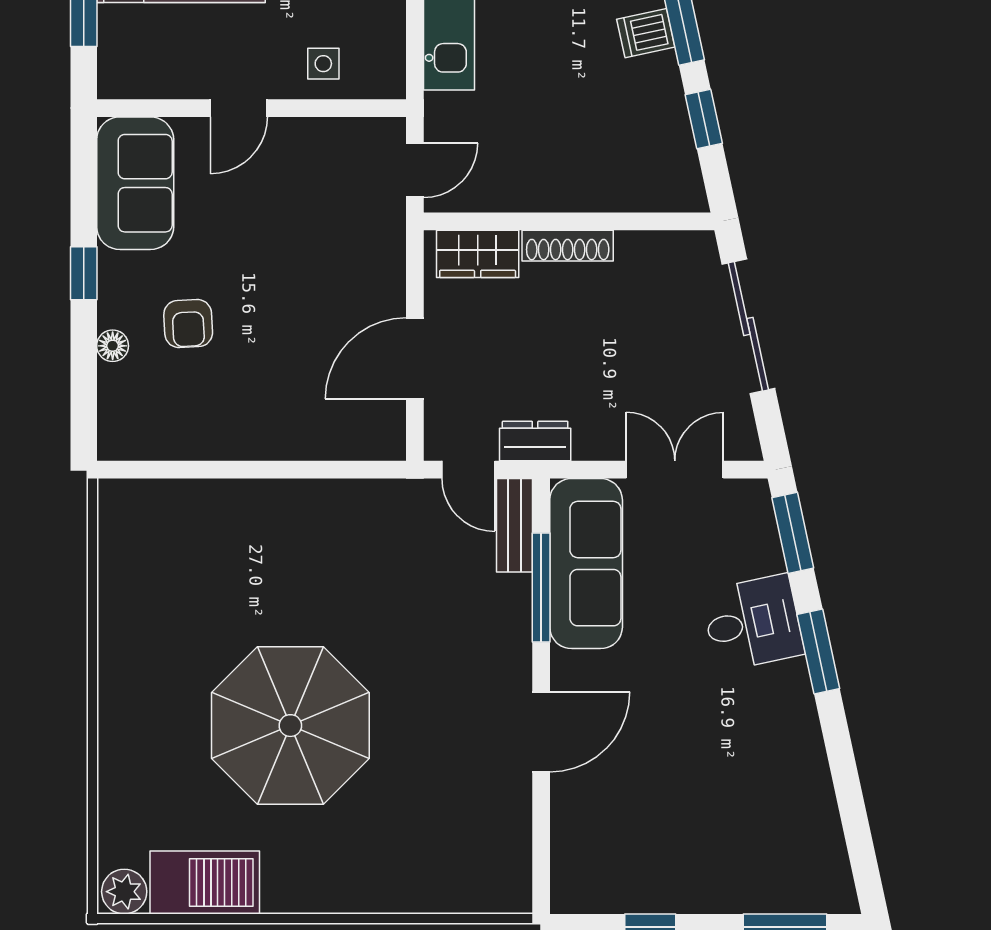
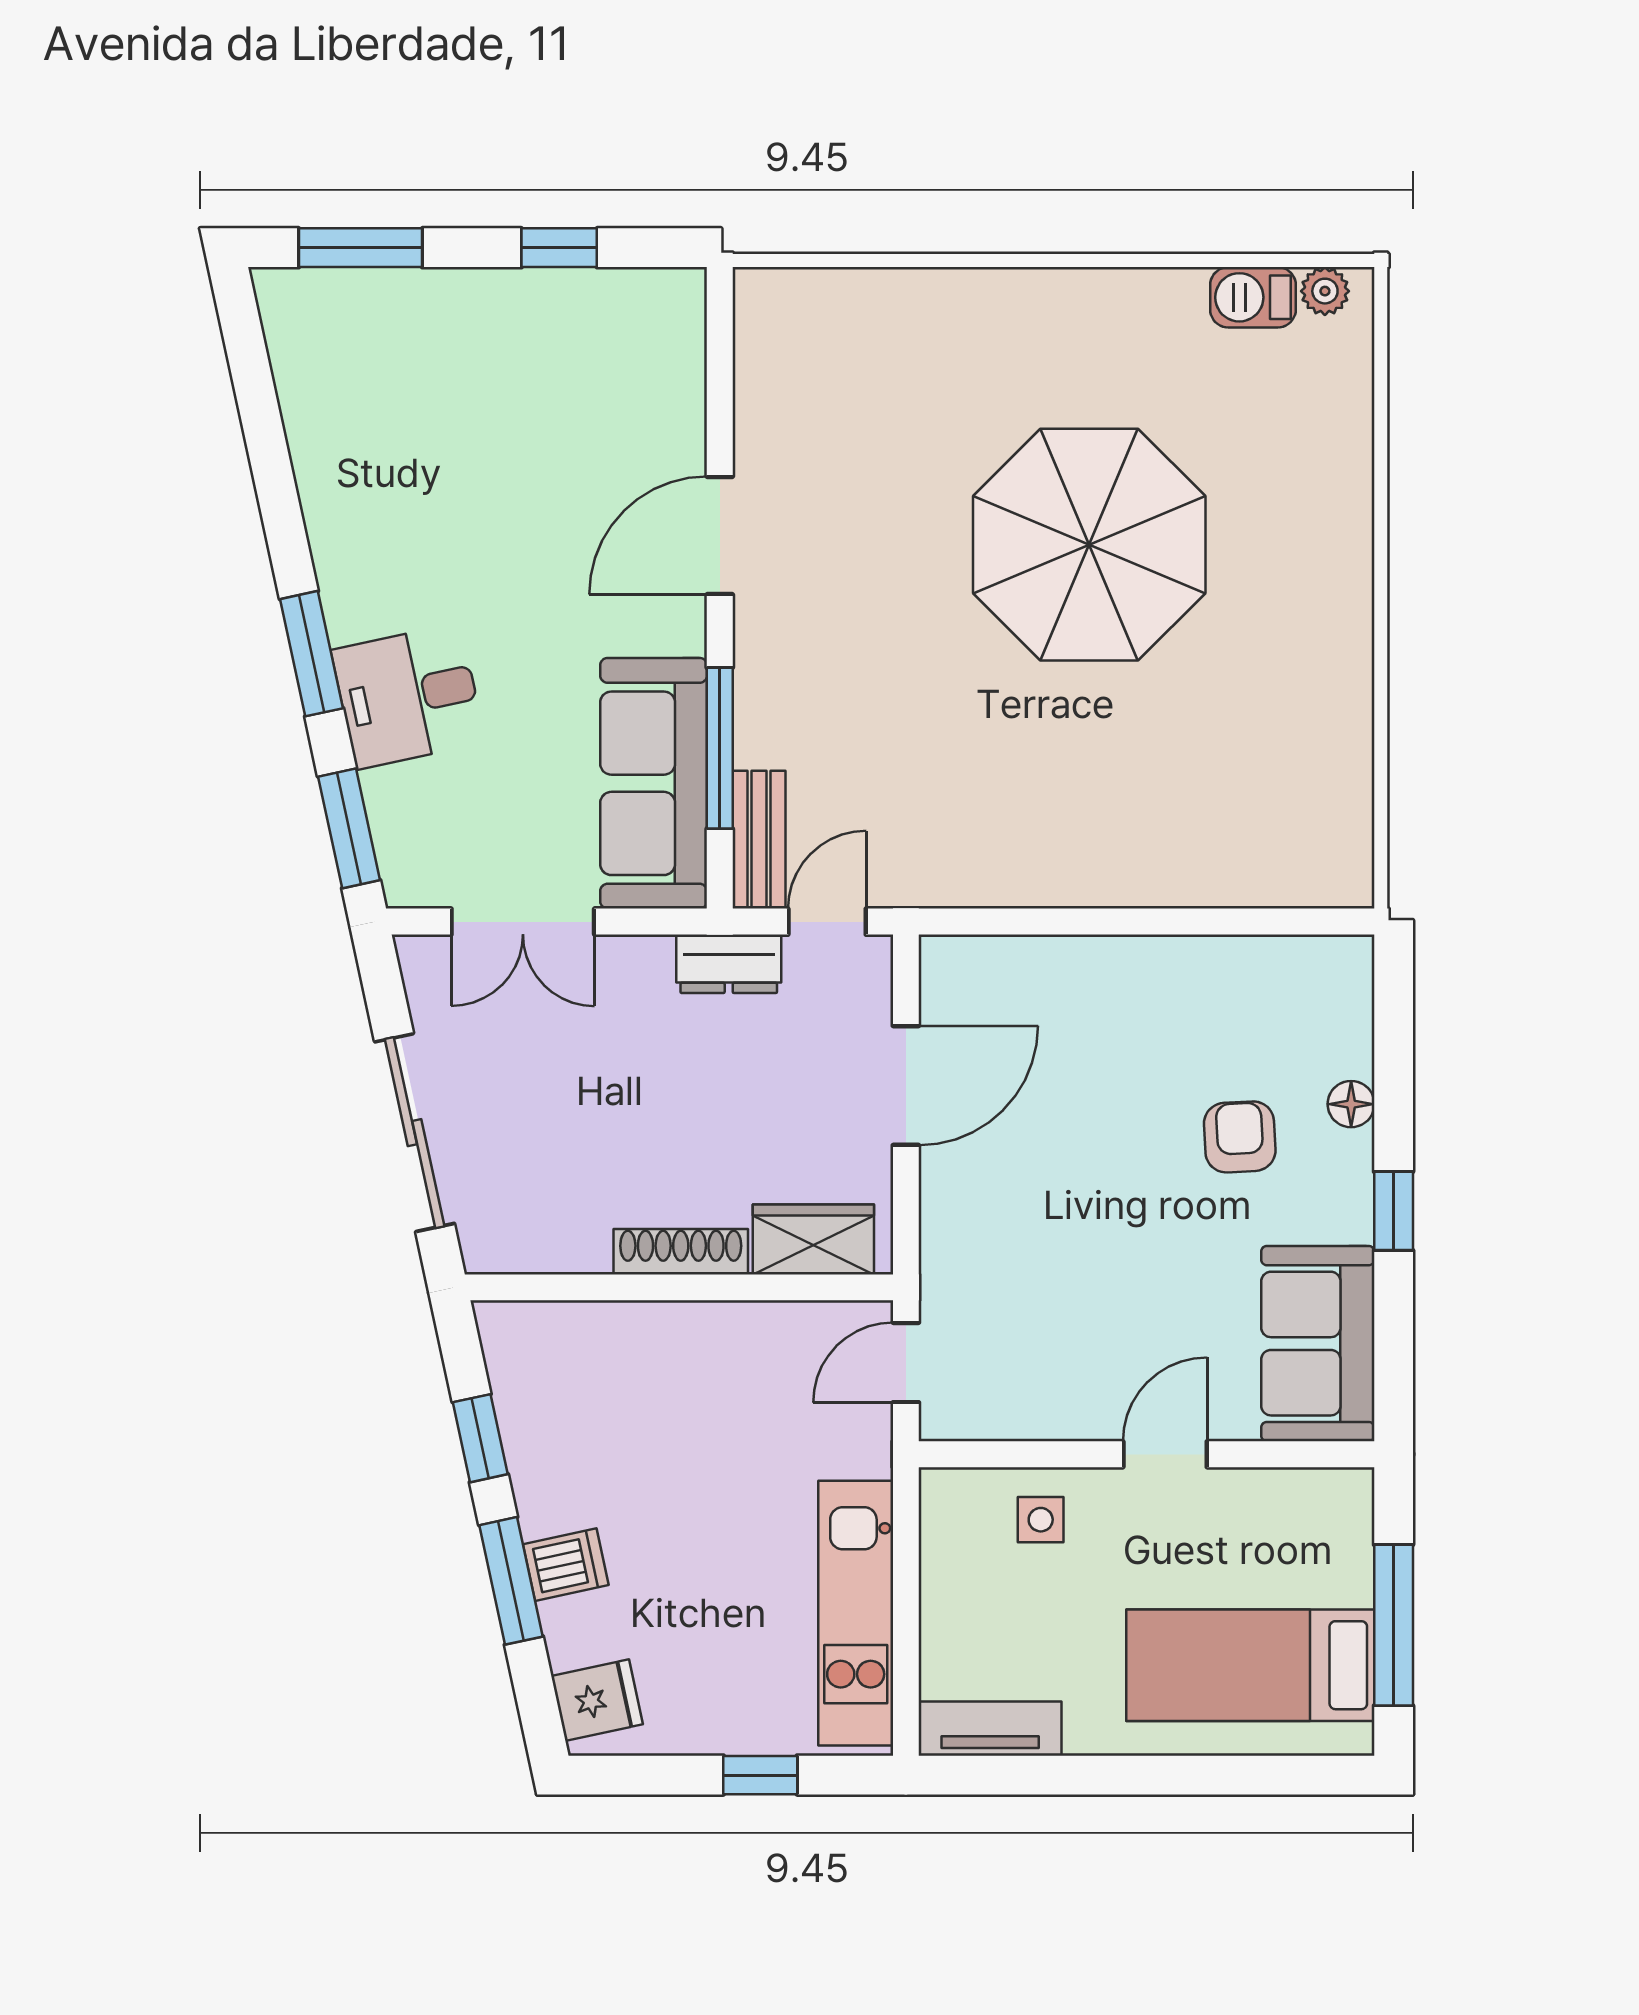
door: (468, 470) -> (827, 922), hinge flipped
barbecue: (205, 883) -> (1253, 297), width x0.53, depth x0.65
plant: (124, 892) -> (1325, 291), width x0.73, depth x0.73

